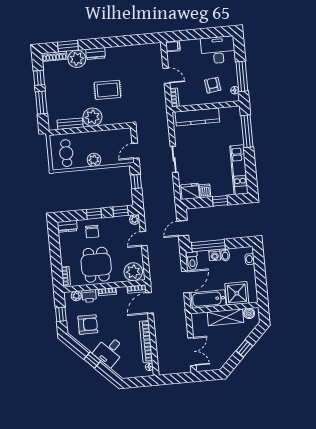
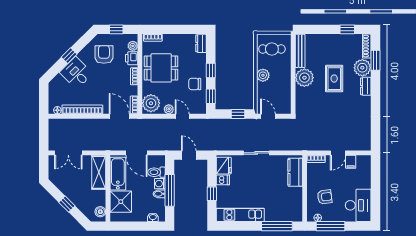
filing cabinet: (173, 46) -> (351, 162), moved
rug: (107, 90) -> (334, 79), moved
window: (41, 103) -> (323, 29), removed
kitchen counter: (197, 117) -> (295, 172), width x0.67
bench: (70, 124) -> (300, 51), width x1.36
plant: (135, 220) -> (169, 109), moved
chair: (92, 232) -> (195, 84), moved
window: (208, 246) -> (170, 190), moved
toilet: (192, 261) -> (156, 172), moved
shelving: (225, 317) -> (99, 172), moved
armchair: (88, 325) -> (104, 54), turned 180

